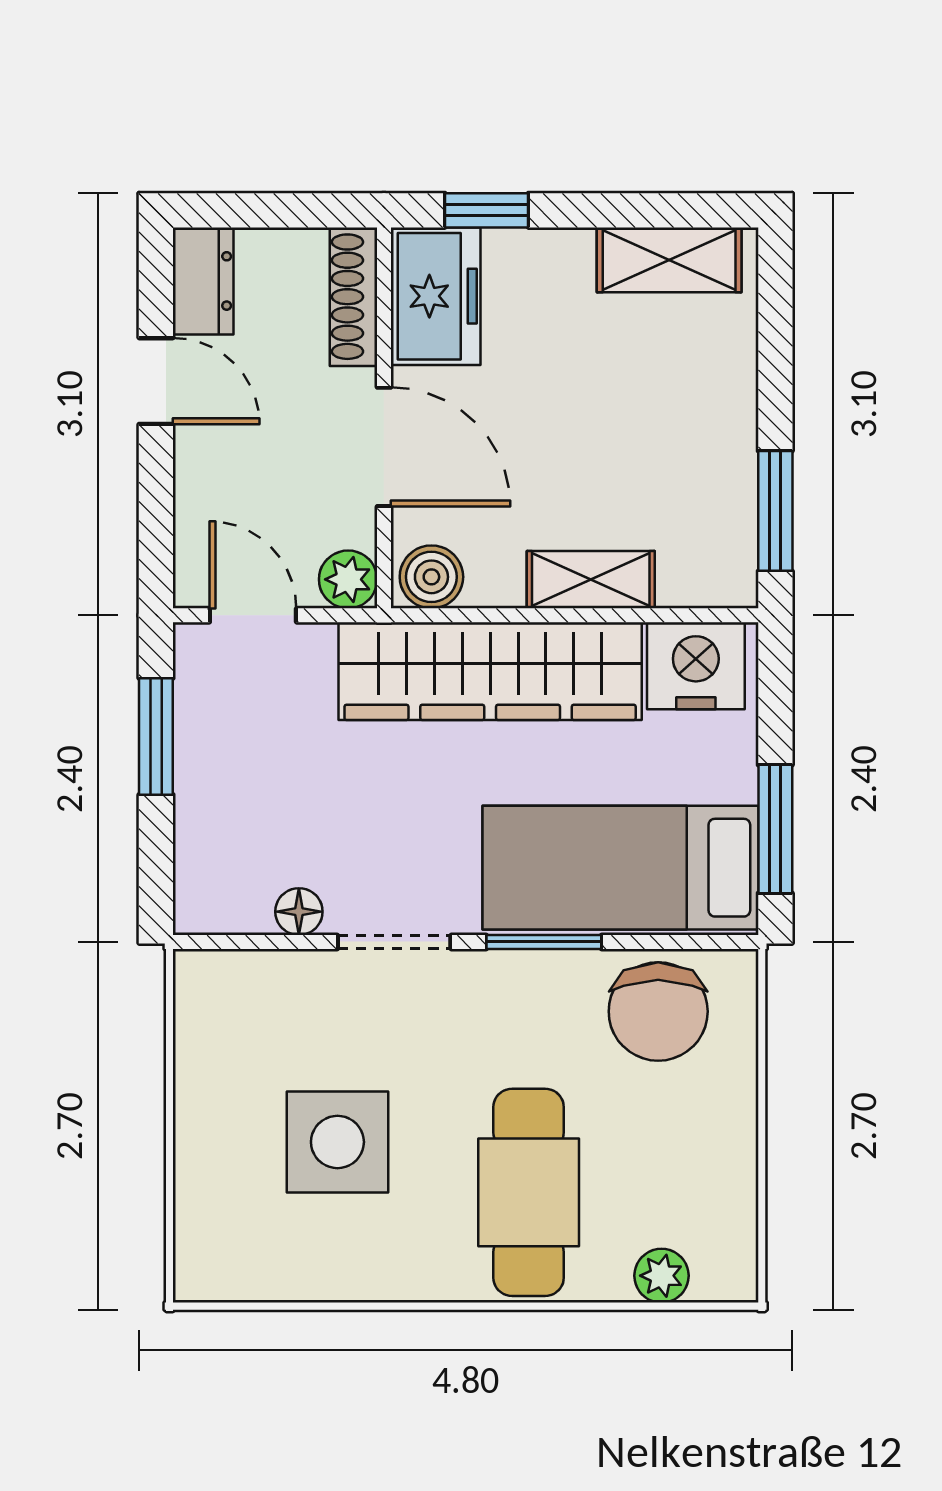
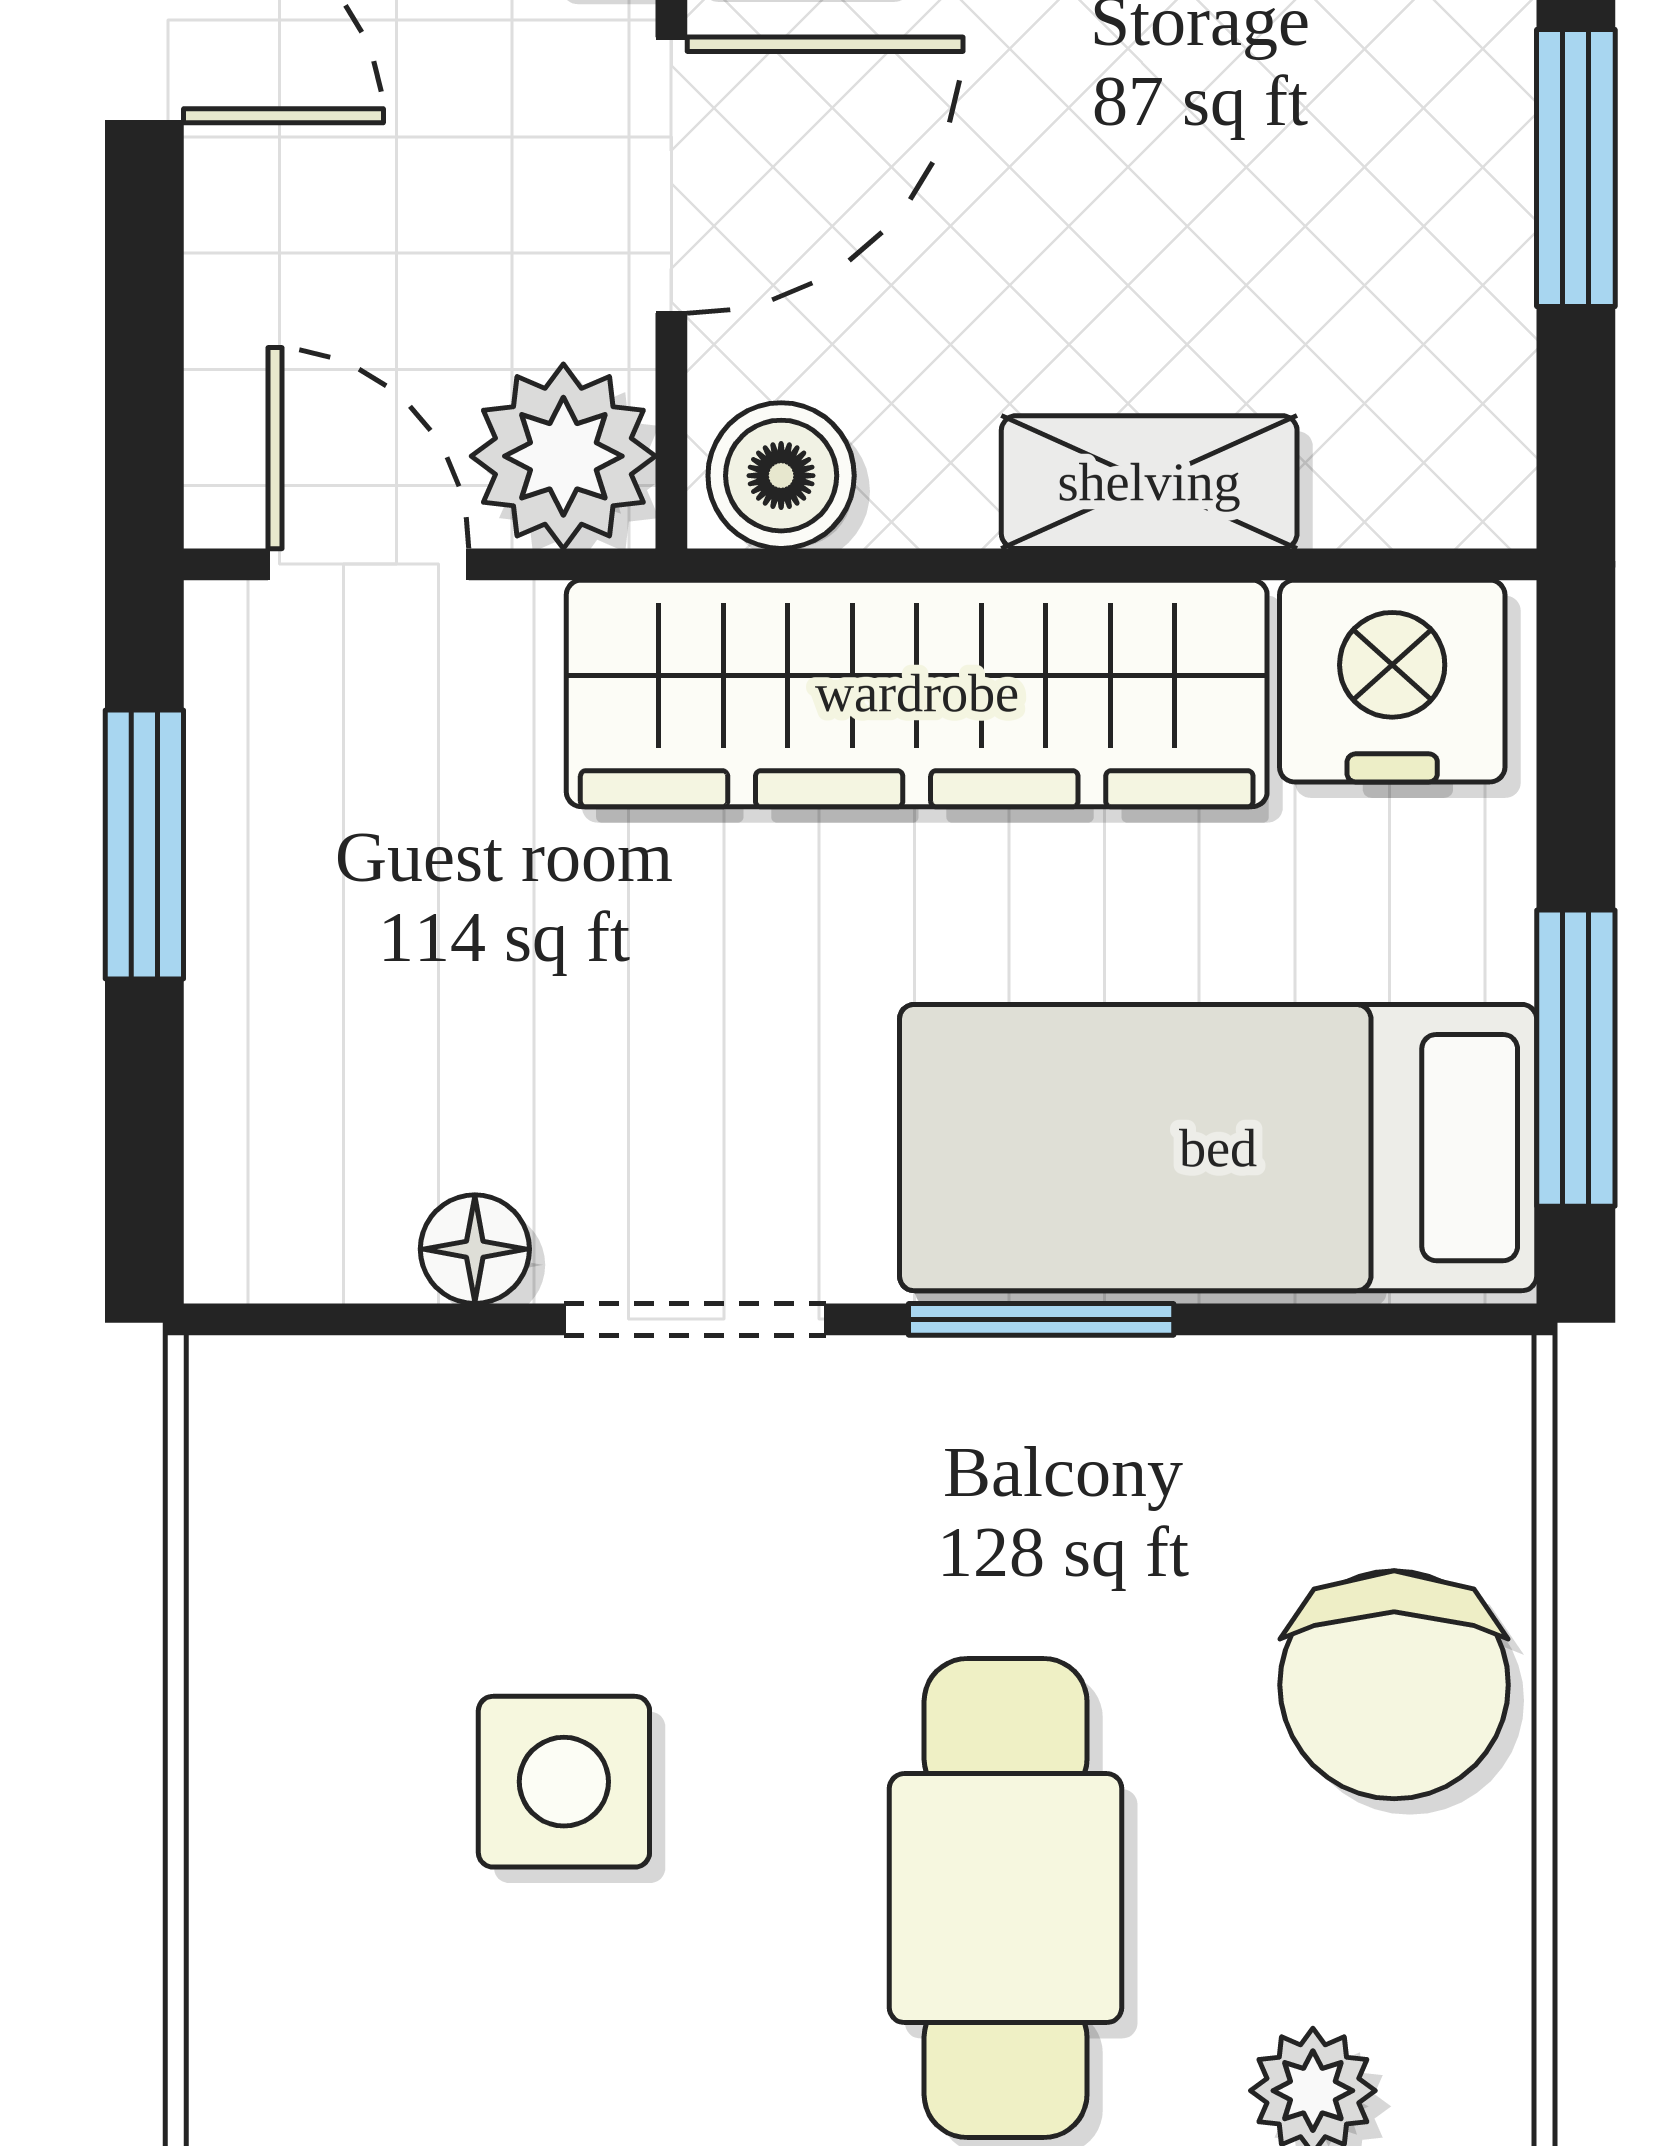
door: (384, 447) -> (671, 175), hinge flipped
window: (775, 511) -> (1576, 168), moved
plant: (348, 579) -> (563, 456), width x1.38, depth x1.38
chair: (658, 1011) -> (1394, 1685), moved
side table: (337, 1142) -> (564, 1782), width x0.73, depth x0.73

